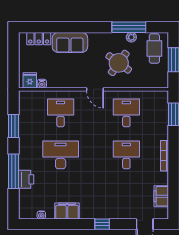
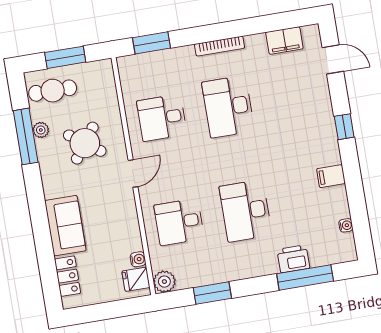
plant: (25, 98) -> (164, 282), added
desk: (126, 155) -> (228, 107), width x1.37
window: (13, 171) -> (305, 277), moved
filing cabinet: (67, 211) -> (331, 176), width x0.50

